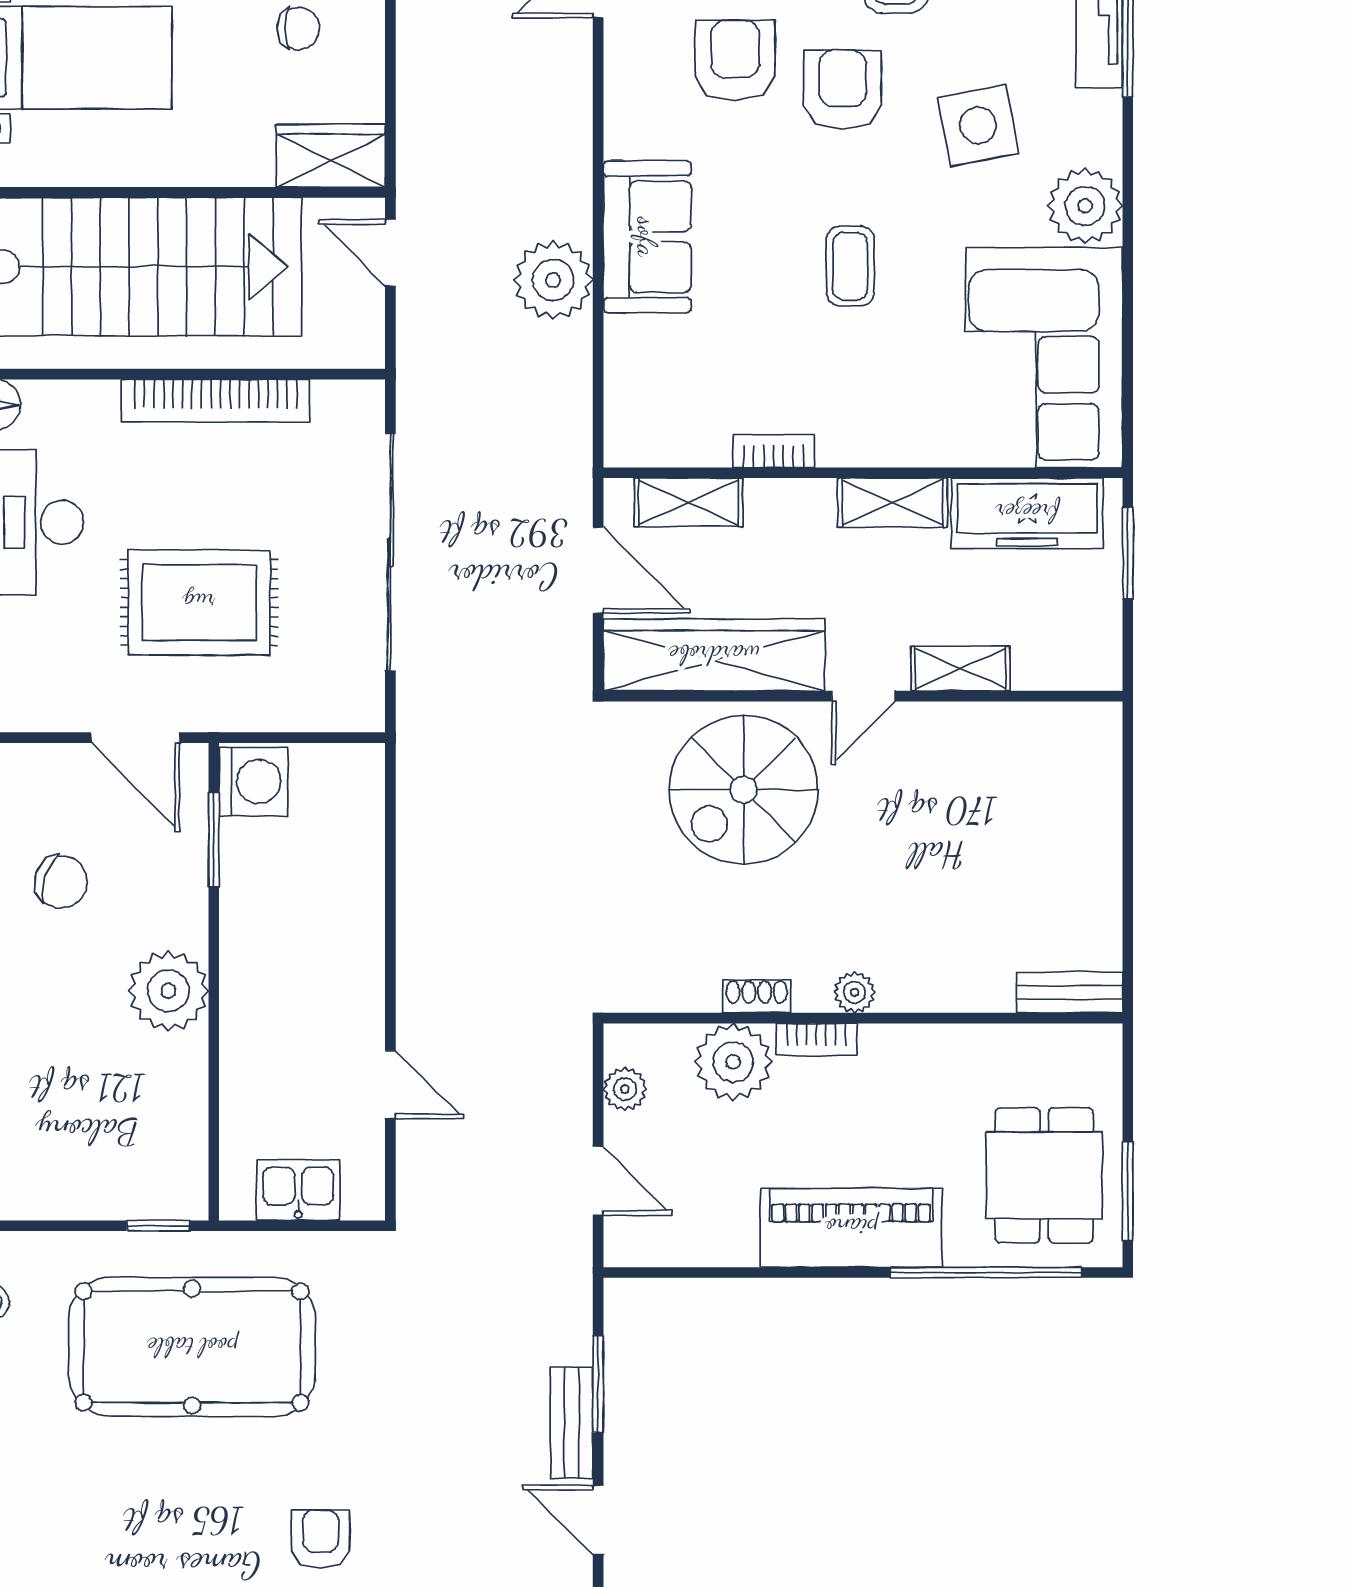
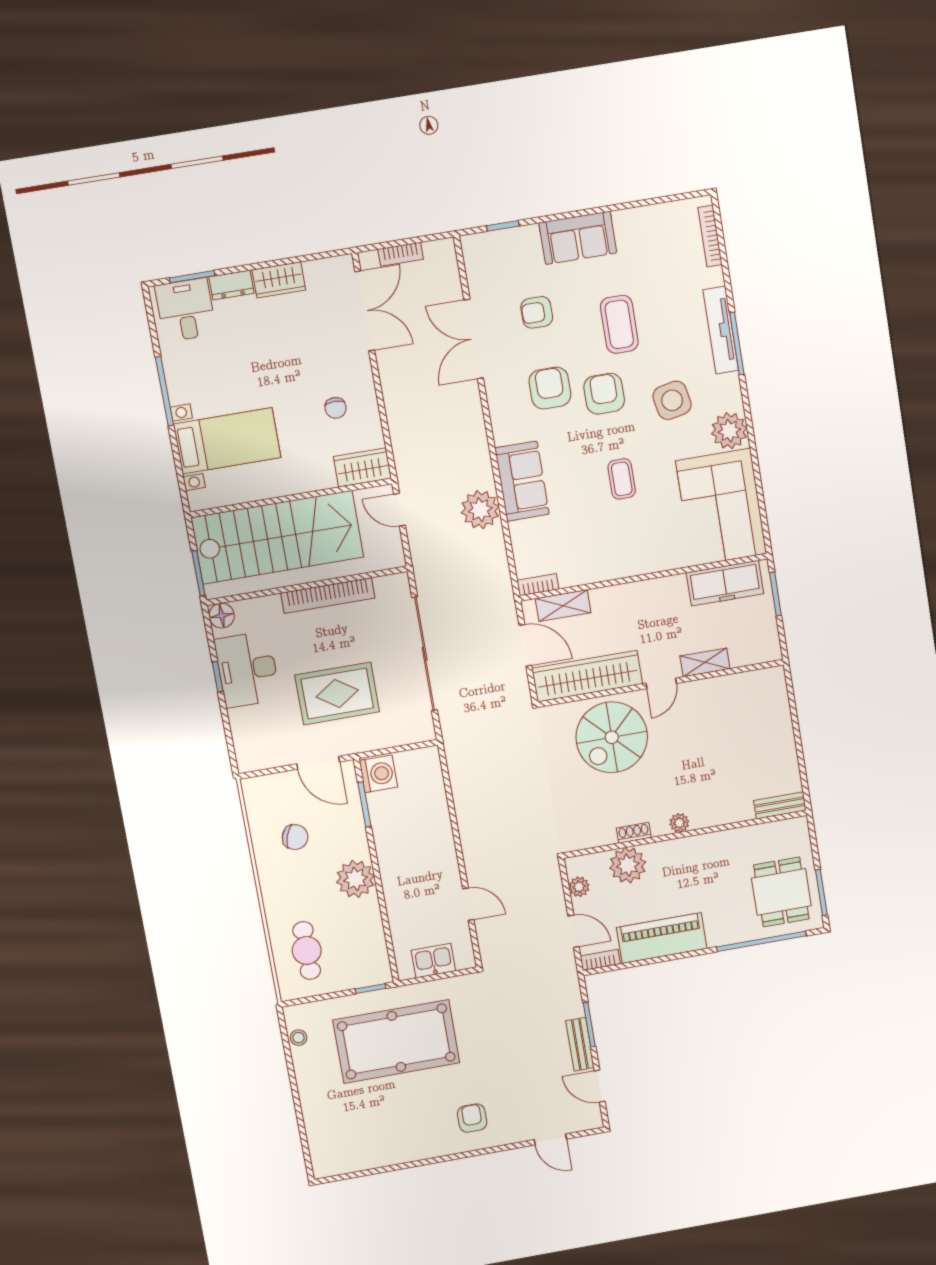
chair: (298, 29) -> (336, 408), turned 90
bookcase: (773, 451) -> (538, 585), moved
shelving: (892, 503) -> (660, 589), removed
bookcase: (816, 1039) -> (600, 960), moved, turned 180
cafe table: (42, 1122) -> (307, 950), added
piano: (851, 1228) -> (662, 938), moved

